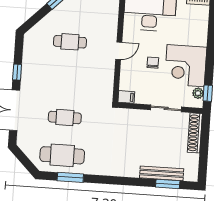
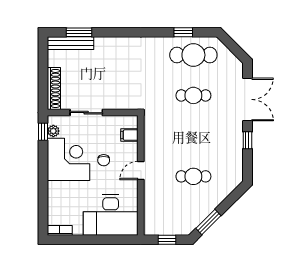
filing cabinet: (126, 97) -> (129, 135), moved
bench: (162, 173) -> (70, 43), moved
window: (70, 177) -> (183, 32), width x0.67

